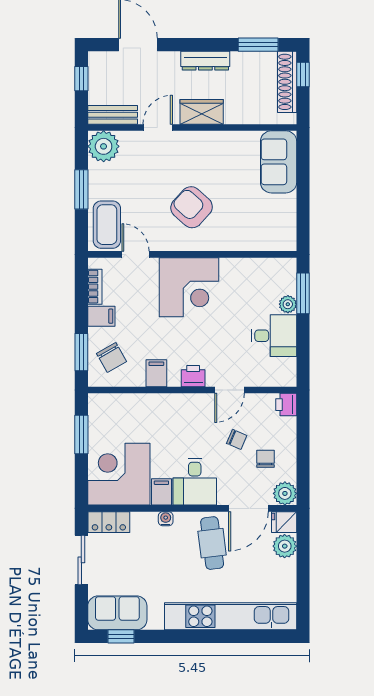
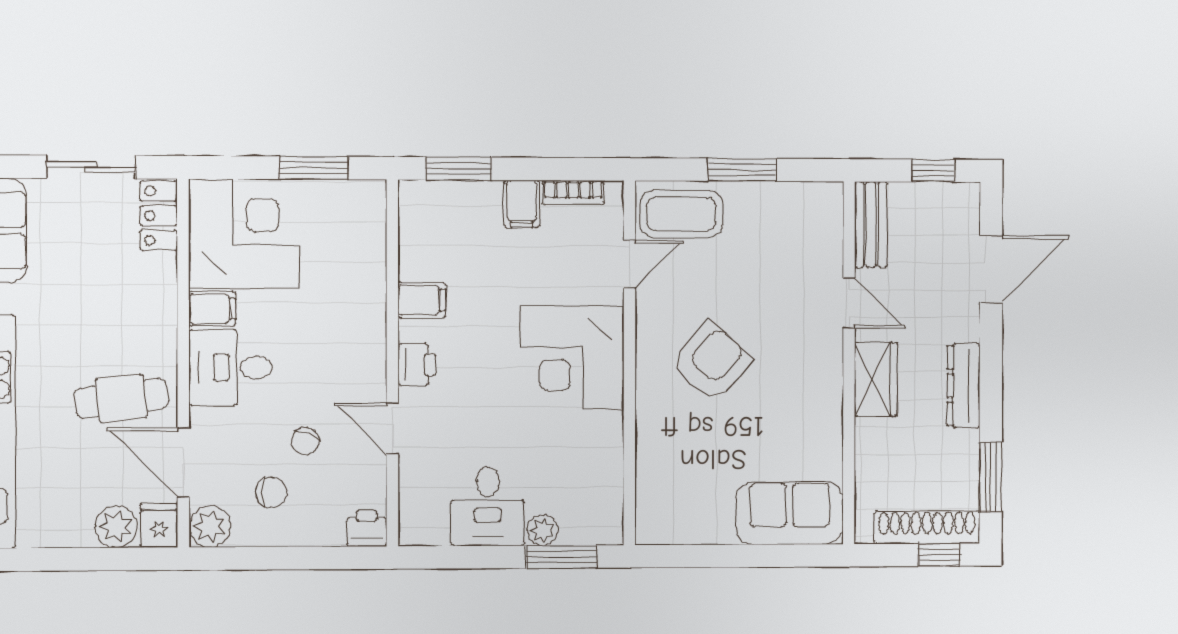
plant: (104, 146) -> (817, 209), removed
chair: (112, 357) -> (449, 221), removed
water cooler: (166, 519) -> (165, 316), removed

